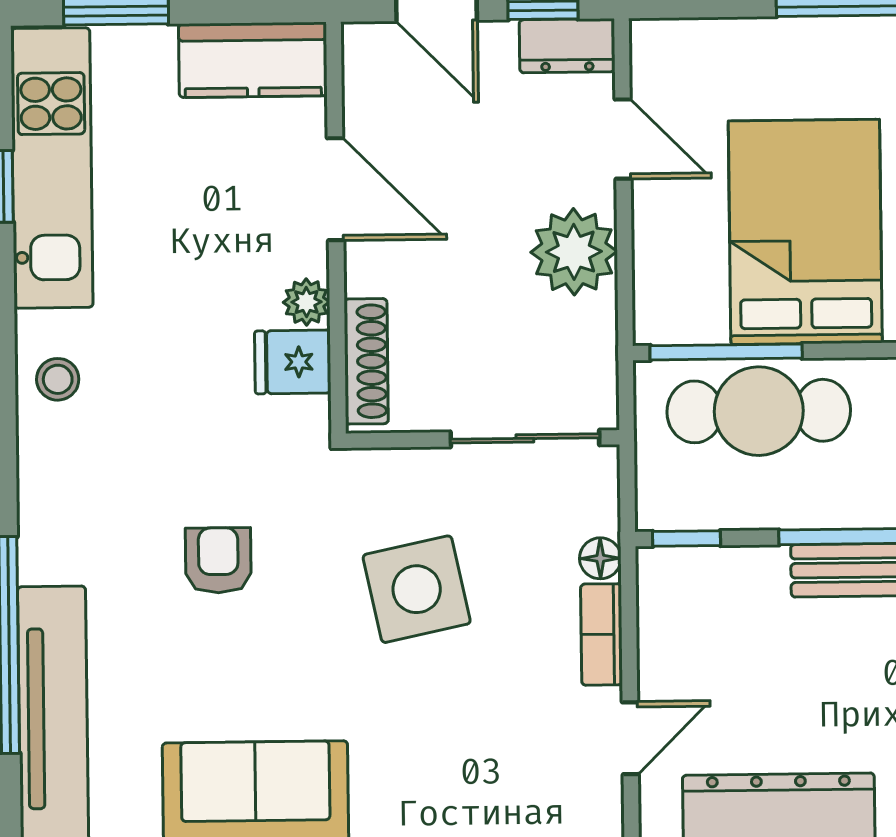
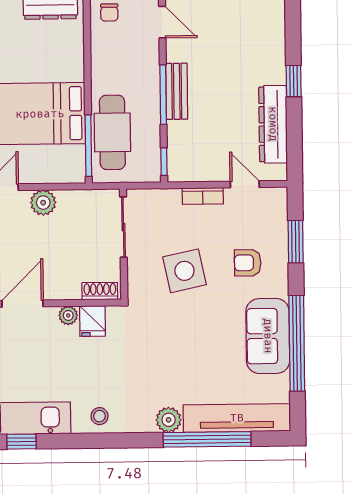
plant: (574, 252) -> (43, 203), width x0.73, depth x0.73
shoe rack: (366, 361) -> (100, 291), width x0.70
plant: (49, 550) -> (169, 420), added
floor lamp: (600, 558) -> (172, 196), removed
armchair: (218, 560) -> (248, 263), moved

